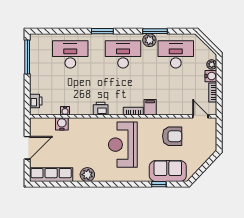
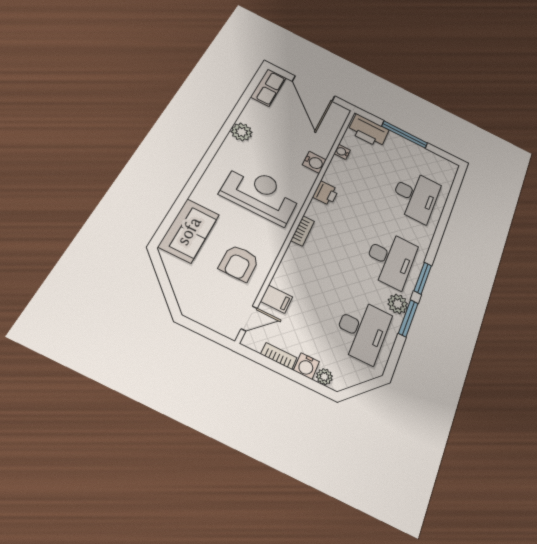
window: (102, 31) -> (423, 278), moved
window: (27, 57) -> (405, 135), moved
printer: (36, 101) -> (368, 131), width x1.87, depth x1.48
filing cabinet: (150, 107) -> (276, 299), moved
water cooler: (62, 124) -> (314, 162), moved
door: (27, 148) -> (314, 89), width x1.36
row of seats: (51, 175) -> (268, 87), width x0.68
window: (159, 184) -> (176, 209), removed

